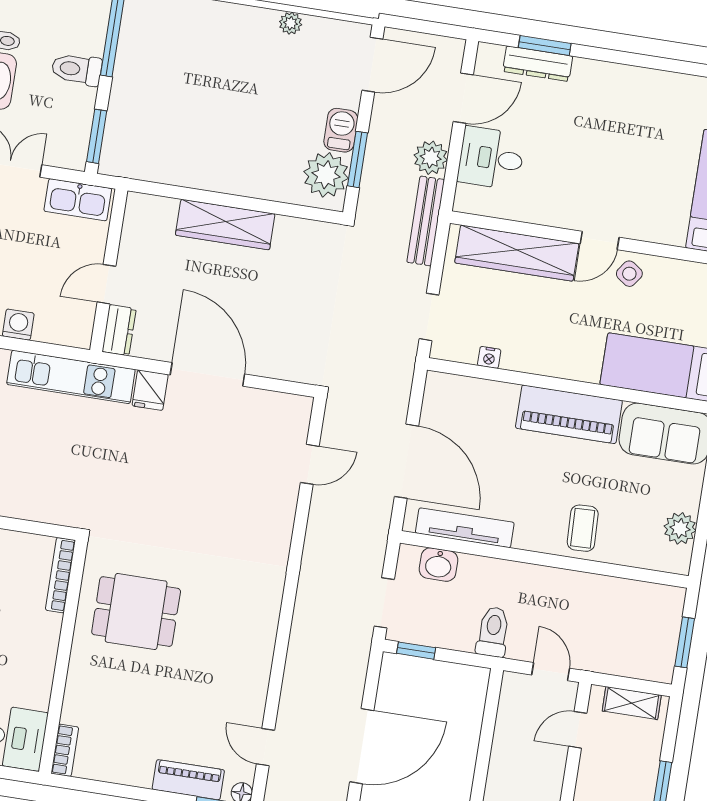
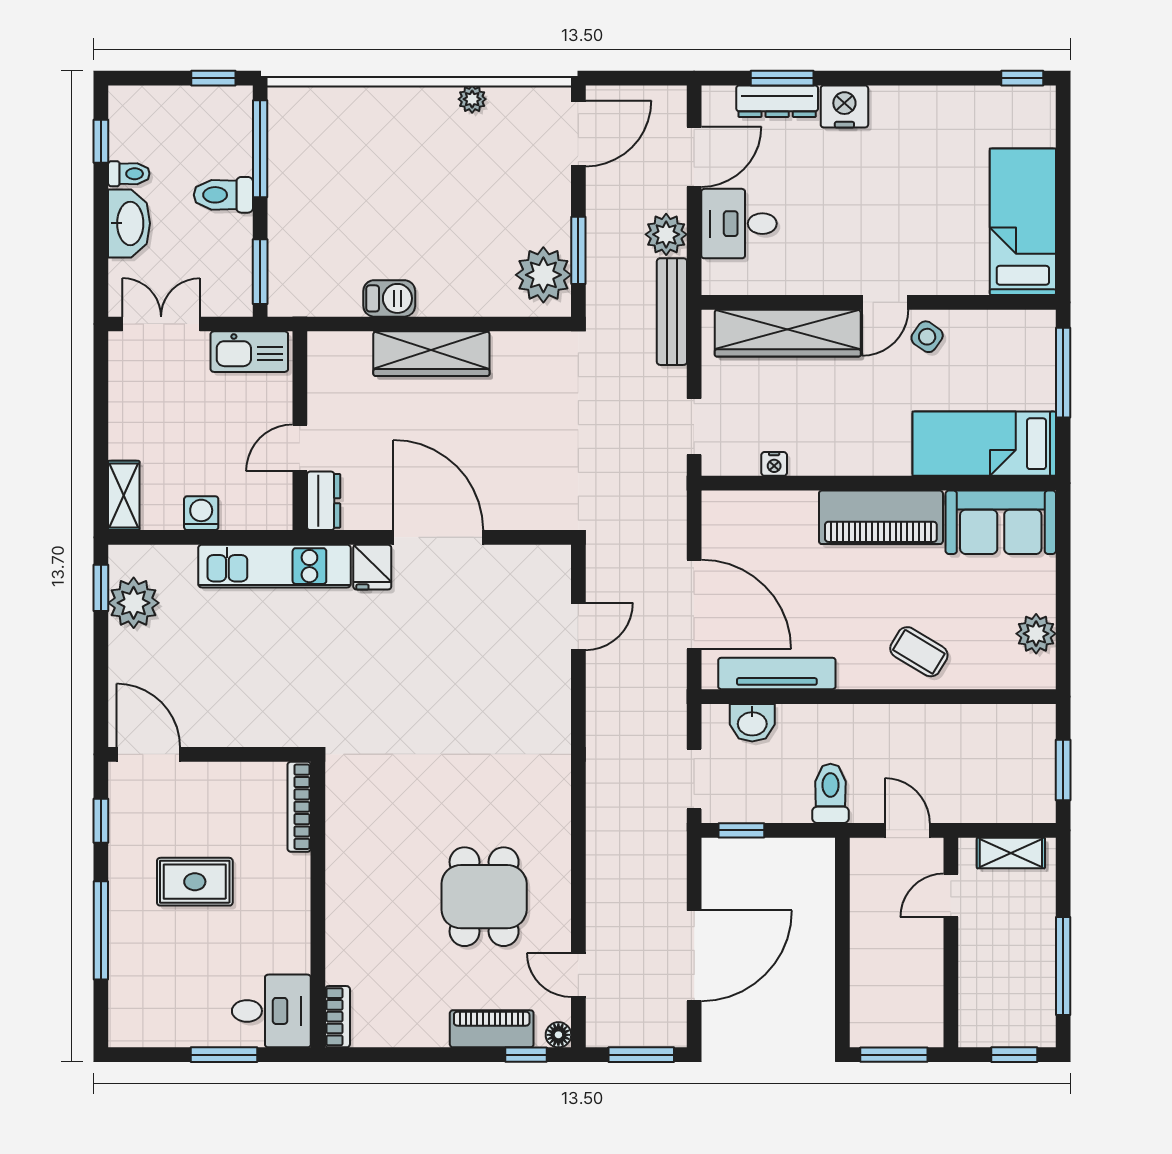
nightstand: (592, 76) -> (844, 106), added
barbecue: (341, 130) -> (389, 298), moved, turned 90
coffee table: (583, 528) -> (919, 652), turned -57
dining table: (136, 612) -> (484, 897), moved, turned 90

